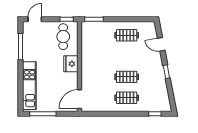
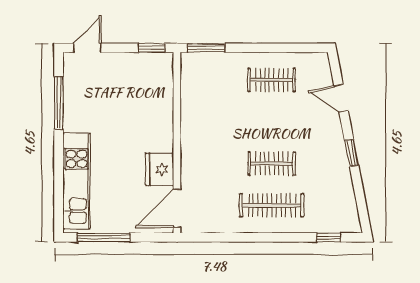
cafe table: (63, 37) -> (144, 83), removed
fridge: (71, 64) -> (160, 169), moved
clothes rail: (127, 98) -> (272, 205), width x1.36

